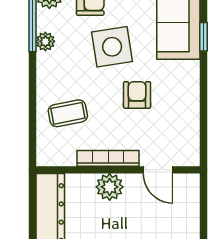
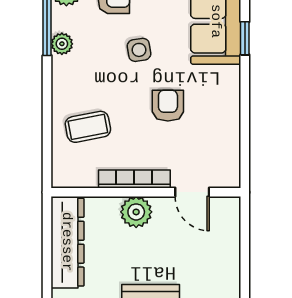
side table: (112, 47) -> (139, 50), width x0.54, depth x0.54

